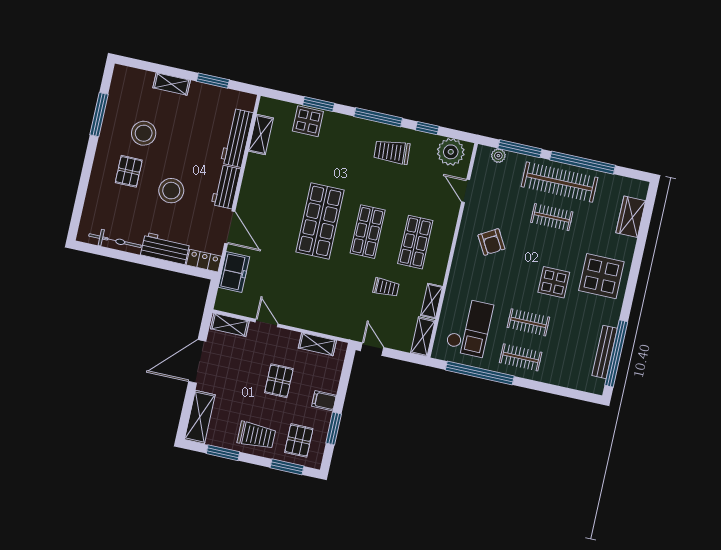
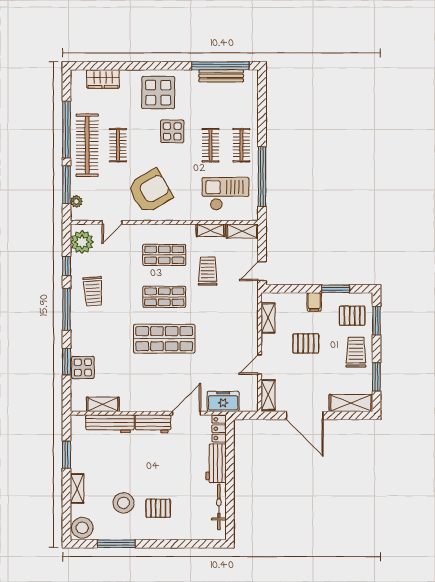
stool: (171, 191) -> (82, 528), moved
armchair: (491, 242) -> (150, 191), width x1.88, depth x1.88
trolley: (386, 287) -> (208, 271), width x1.36, depth x1.39

